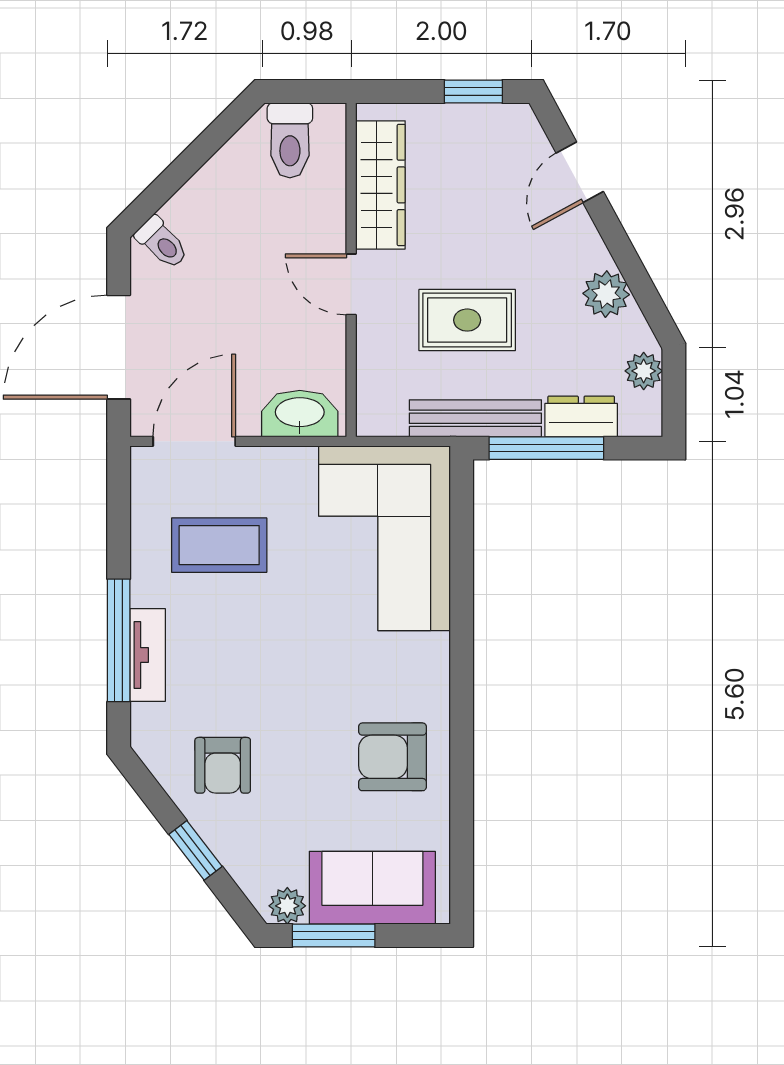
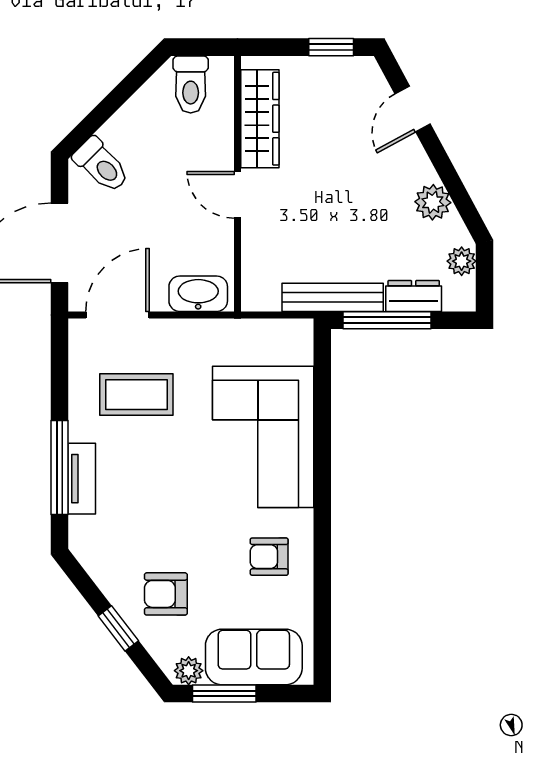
toilet: (162, 243) -> (101, 165), width x1.37, depth x1.39
rug: (467, 320) -> (326, 222), removed
corner sofa: (384, 538) -> (263, 437), moved
armchair: (392, 757) -> (269, 557), width x0.72, depth x0.72
armchair: (223, 765) -> (166, 594), moved, turned 90

